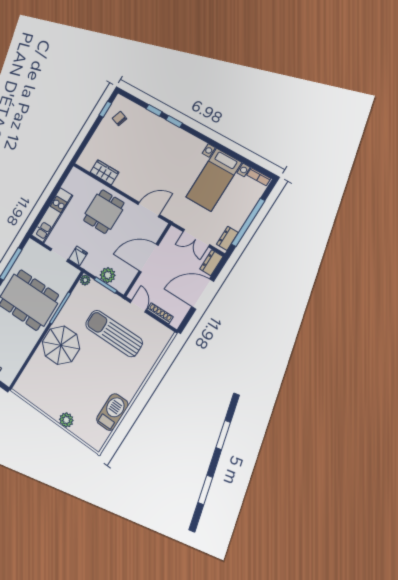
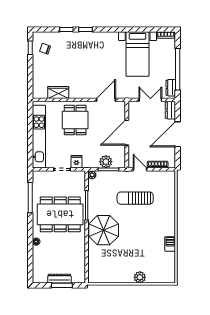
kitchen unit: (52, 215) -> (39, 137), width x1.36
double door: (196, 238) -> (150, 100), swing flipped
sun lounger: (114, 333) -> (135, 198), width x0.73, depth x0.75
barbecue: (112, 412) -> (170, 244), width x0.53, depth x0.65

